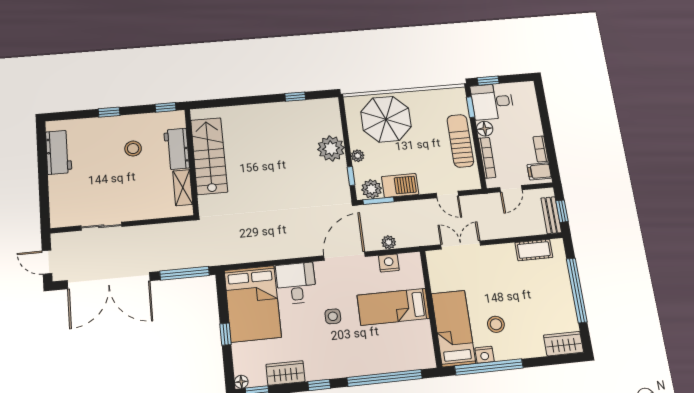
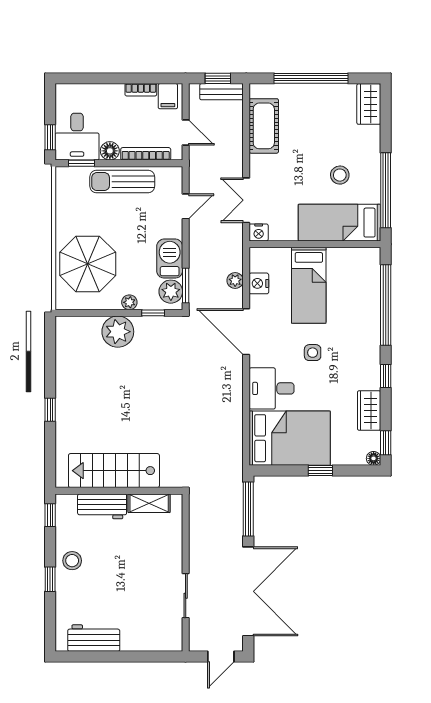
window: (295, 97) -> (50, 410), moved
stool: (133, 149) -> (72, 561), moved
cot: (534, 250) -> (264, 126), width x1.37, depth x1.34
nightstand: (484, 355) -> (259, 232), moved, turned 90

